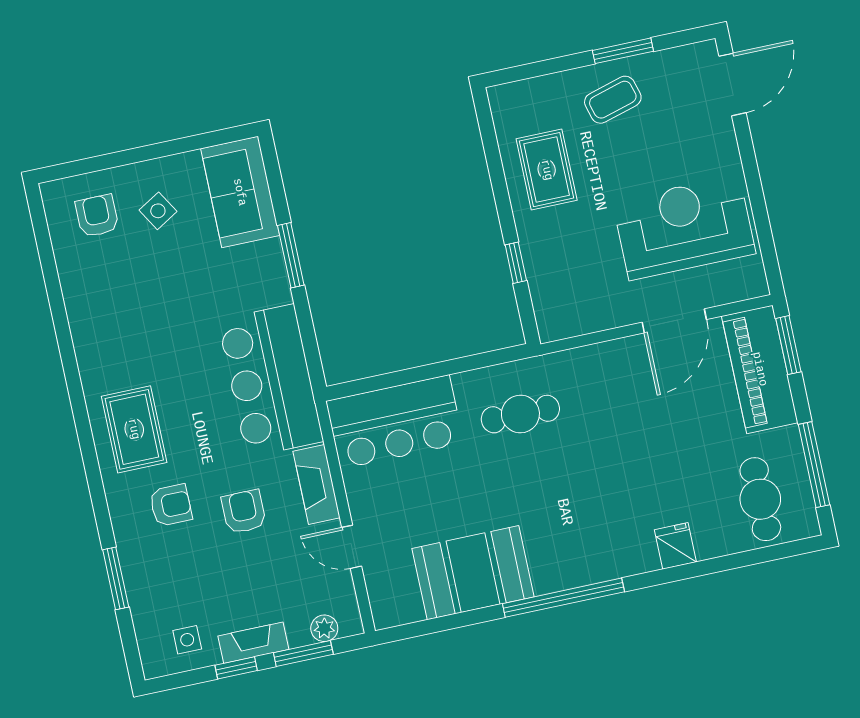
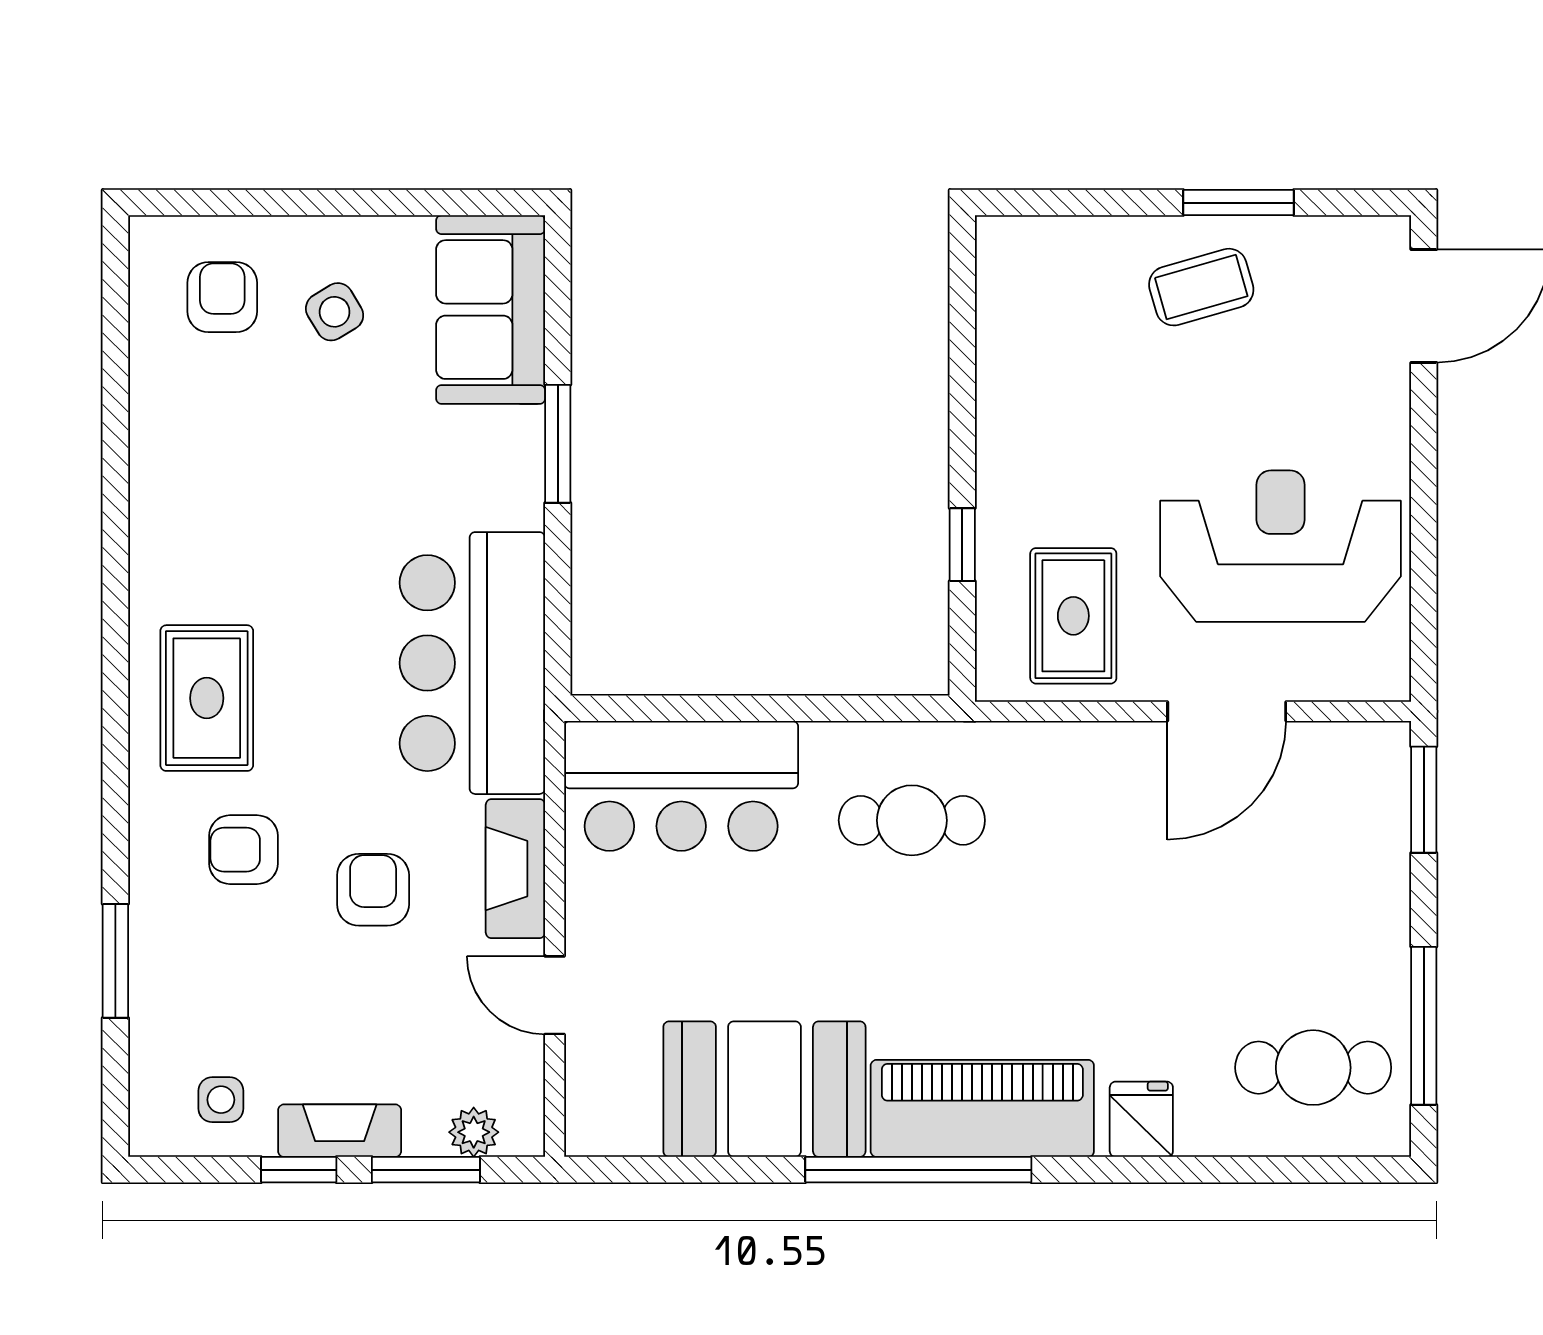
rug: (547, 170) -> (1073, 616), moved
piano: (760, 369) -> (982, 1108), moved, turned 90
cafe table: (760, 499) -> (1313, 1068), turned 90
armchair: (171, 505) -> (243, 850), turned 180

